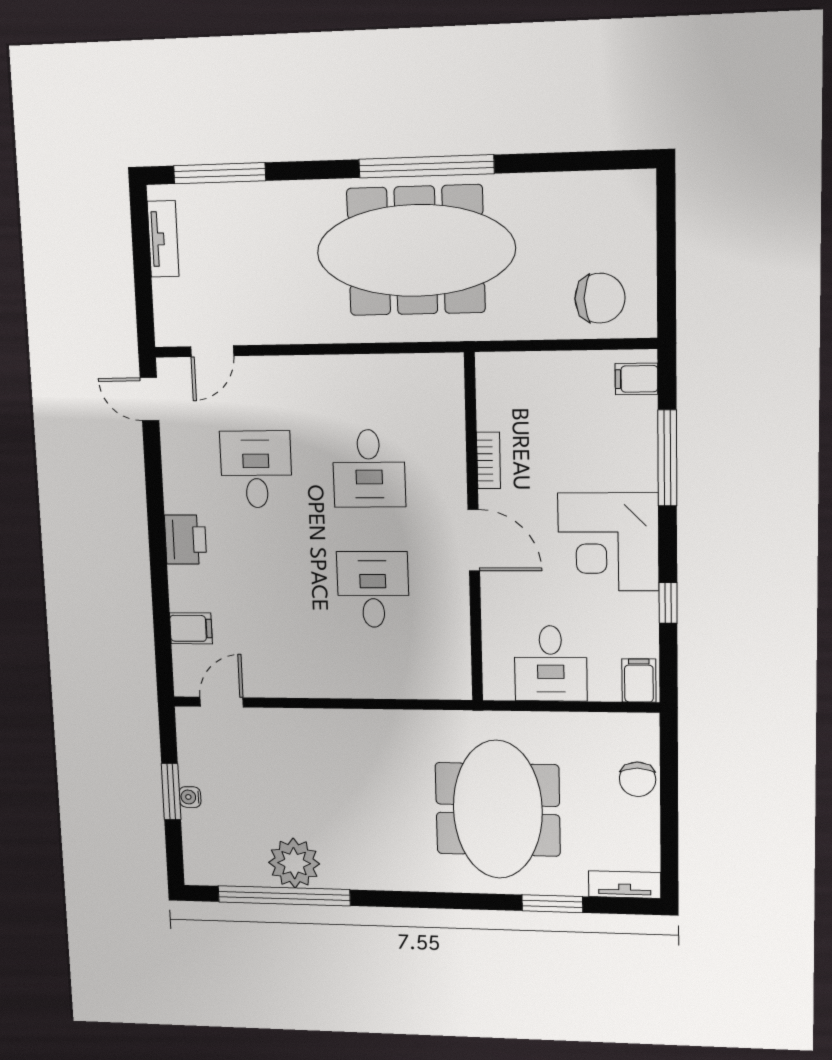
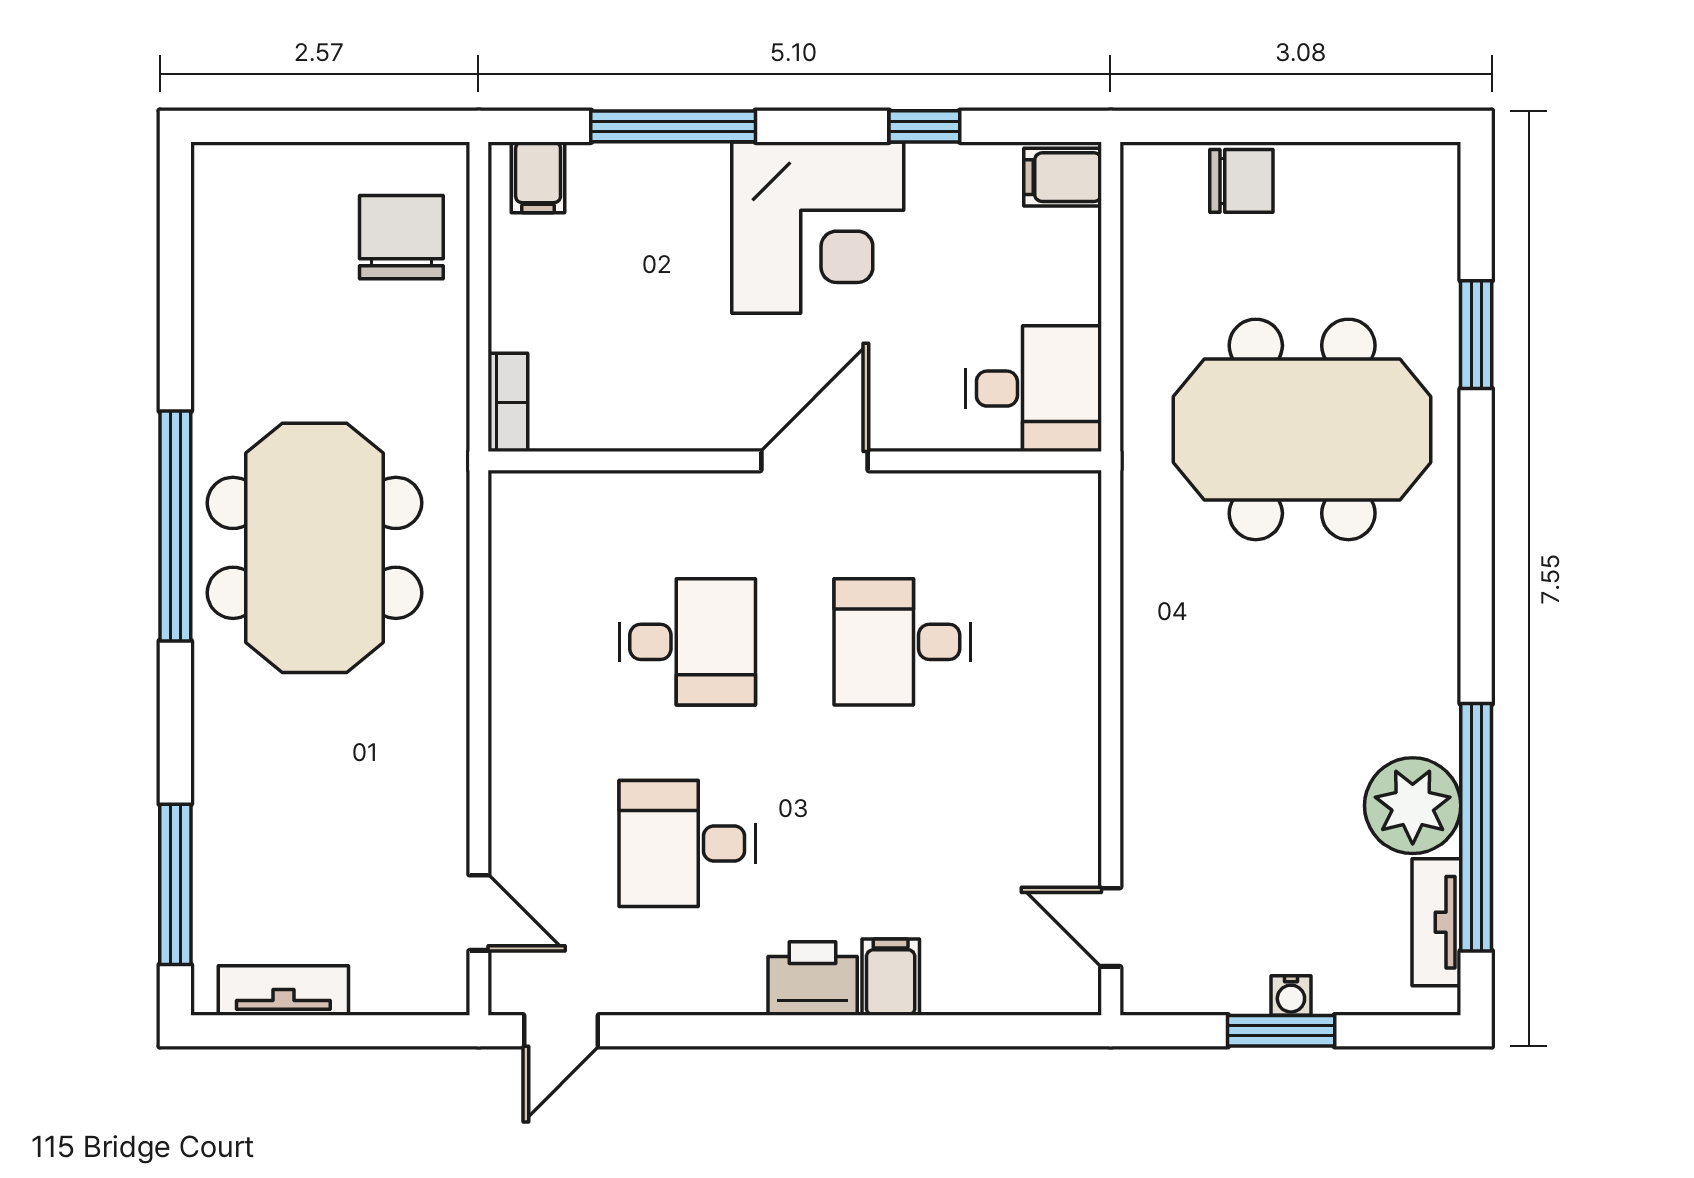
meeting table: (416, 250) -> (314, 548), width x0.73
bookcase: (489, 460) -> (508, 402), moved, turned 90
filing cabinet: (191, 628) -> (891, 977), moved
desk: (551, 663) -> (1034, 389), moved
tv unit: (625, 885) -> (1436, 922), moved

